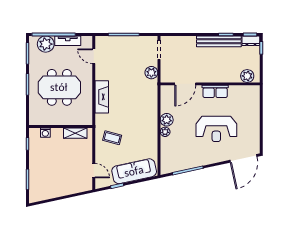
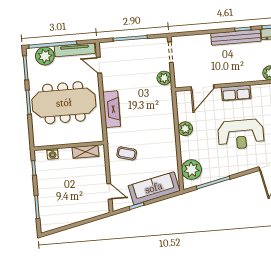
tv unit: (68, 41) -> (75, 50), width x1.41
meeting table: (59, 87) -> (64, 103), width x1.36
plant: (165, 132) -> (191, 170), moved, width x1.88, depth x1.88

